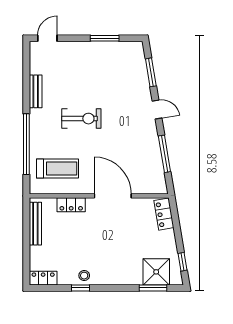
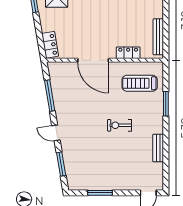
exercise bike: (81, 119) -> (120, 125), width x0.73, depth x0.72
window: (26, 144) -> (166, 104), width x0.47

